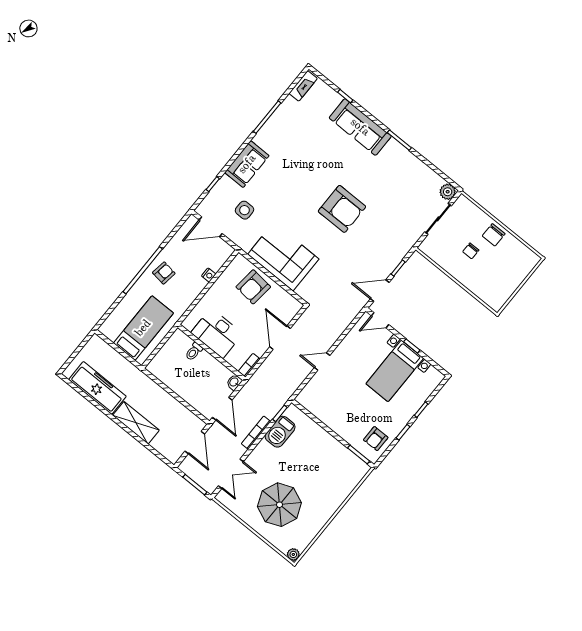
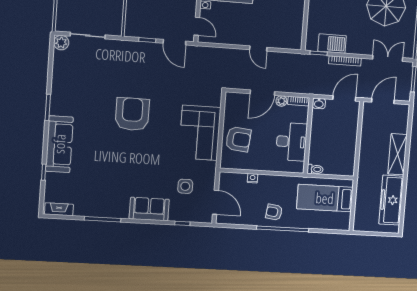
plant: (260, 350) -> (281, 101), added
toilet: (194, 352) -> (315, 169), moved

